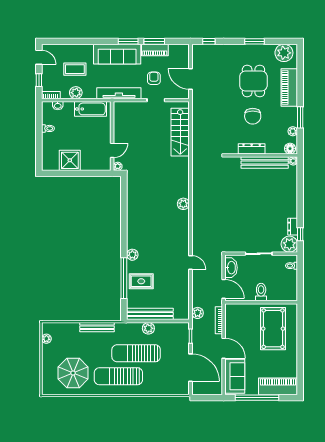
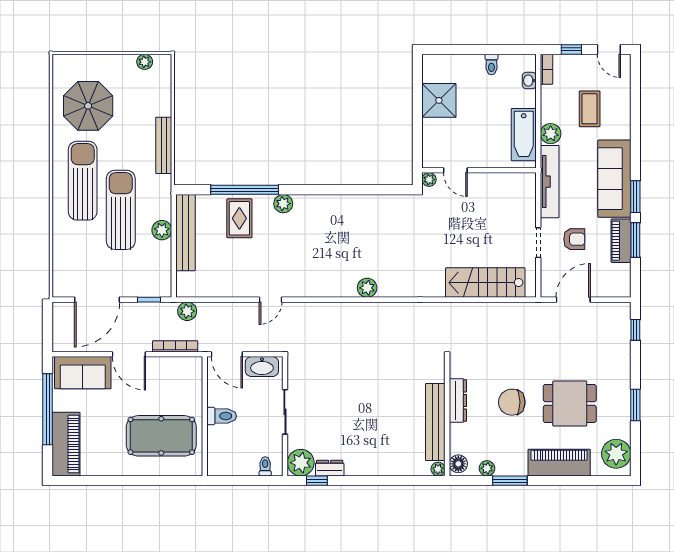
door: (39, 57) -> (609, 49), hinge flipped
plant: (76, 93) -> (551, 134), moved
door: (224, 289) -> (227, 354), hinge flipped
door: (224, 348) -> (129, 354), hinge flipped

